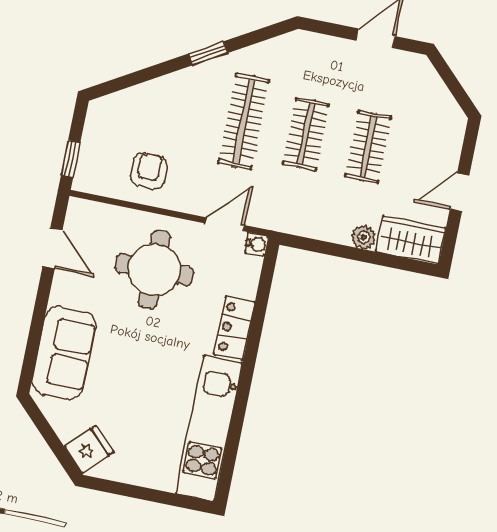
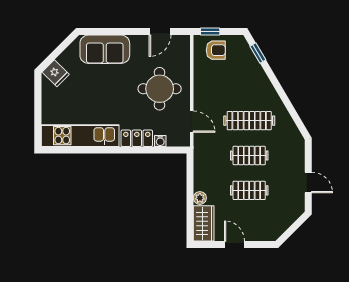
window: (208, 53) -> (258, 53), moved
armchair: (149, 171) -> (216, 50), moved
water cooler: (256, 244) -> (160, 141), moved

